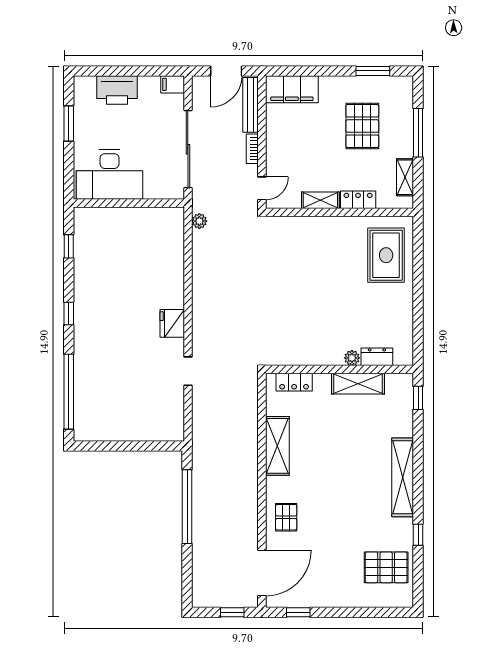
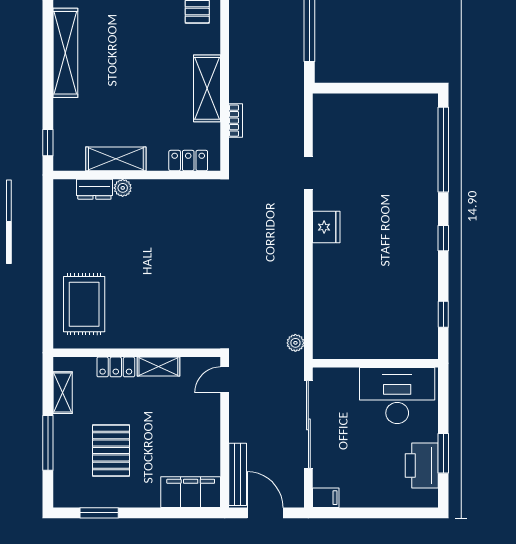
door: (226, 71) -> (265, 513), hinge flipped
printer: (117, 90) -> (422, 465), moved, turned -90
bookcase: (252, 149) -> (236, 121), moved

